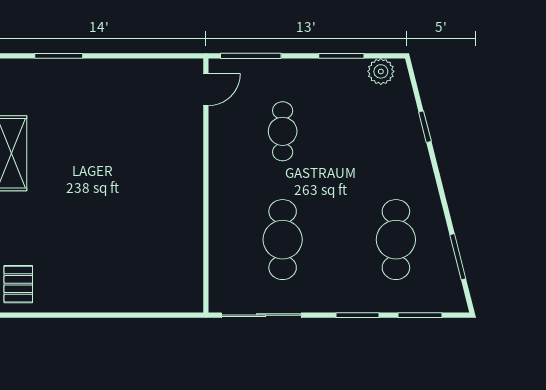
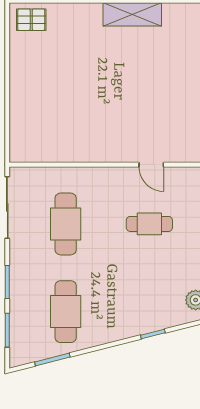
door: (206, 90) -> (151, 165), moved
cafe table: (283, 240) -> (66, 224), turned 90
cafe table: (396, 240) -> (66, 312), turned 90

